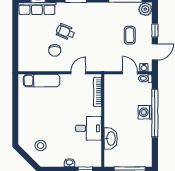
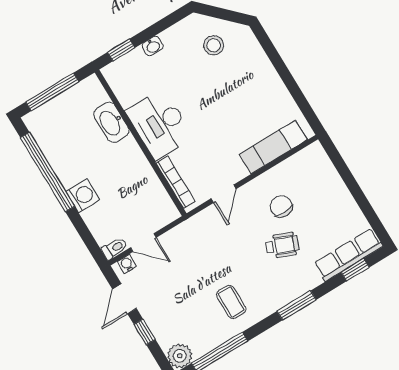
coffee table: (130, 35) -> (231, 302), moved
window: (155, 113) -> (47, 172), moved
desk: (88, 128) -> (160, 124), width x1.37

